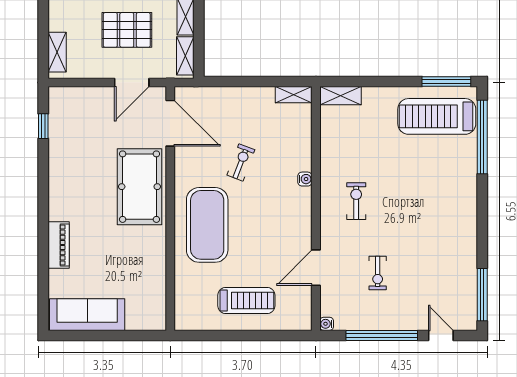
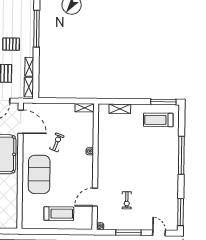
shelving: (341, 96) -> (120, 109), moved
treadmill: (437, 116) -> (158, 120), width x0.73, depth x0.73
window: (482, 137) -> (181, 155), moved
exercise bike: (356, 201) -> (116, 163), removed
window: (382, 335) -> (128, 233), width x0.68

